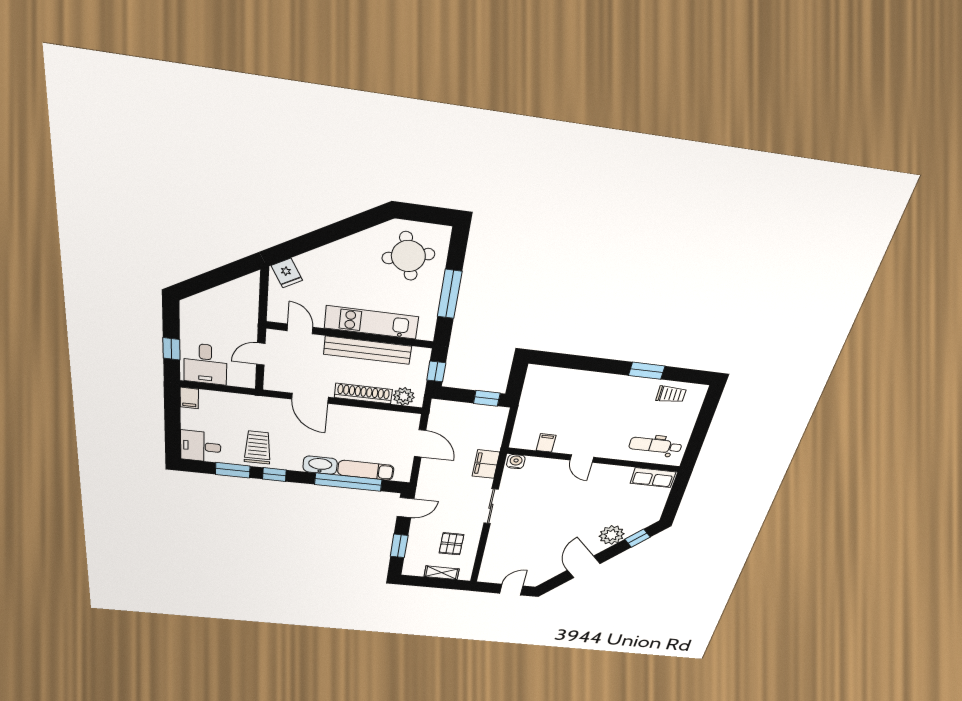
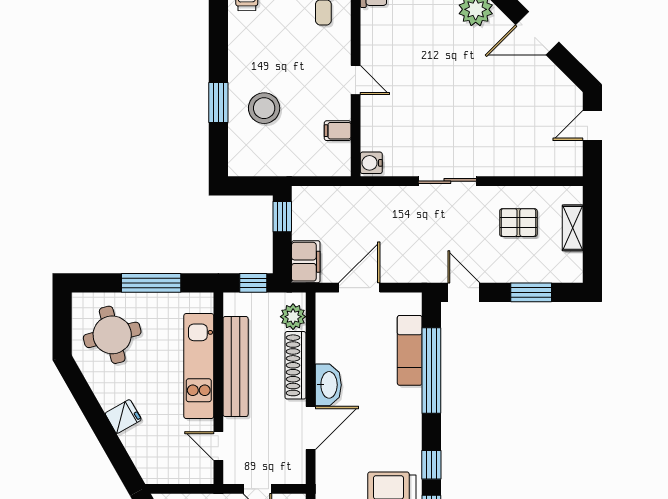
fridge: (287, 273) -> (123, 416), moved
door: (300, 329) -> (218, 446), hinge flipped
window: (647, 371) -> (218, 103), moved
stool: (577, 396) -> (264, 108), added
door: (582, 459) -> (356, 80), hinge flipped
filing cabinet: (486, 464) -> (306, 262), moved, turned -90
washbasin: (320, 465) -> (328, 385), moved, turned 180
door: (511, 590) -> (592, 125), hinge flipped

